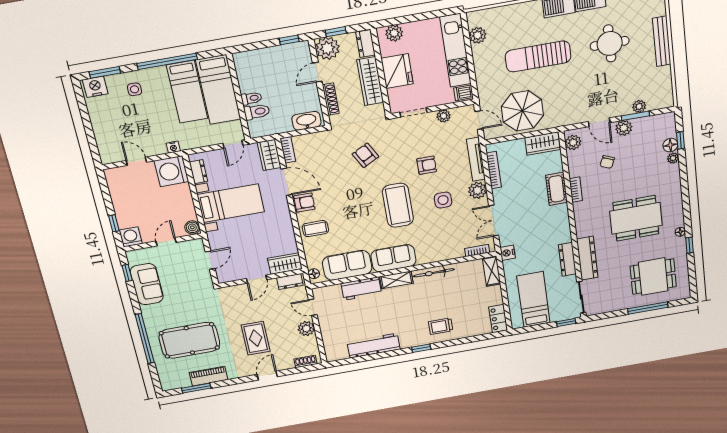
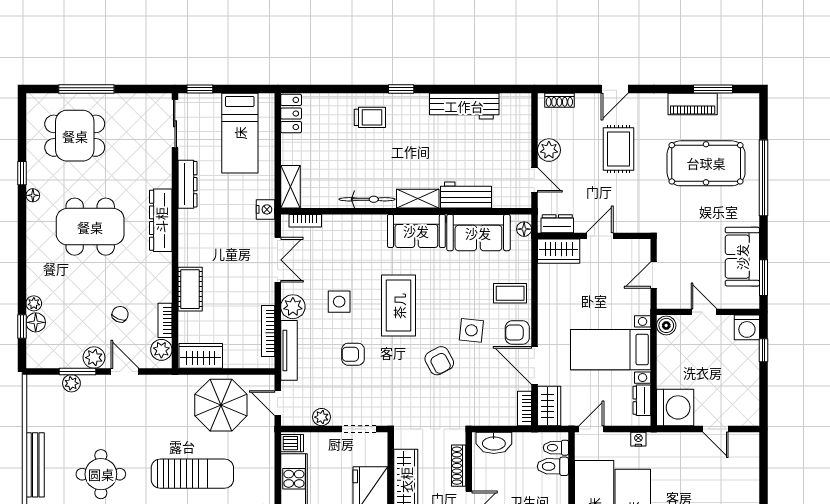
toilet: (251, 98) -> (556, 448), moved
nightstand: (173, 147) -> (638, 439), moved
armchair: (365, 155) -> (439, 361), moved
bookcase: (576, 190) -> (165, 320), moved
side table: (340, 198) -> (471, 330), added
door: (166, 242) -> (704, 312), swing flipped
dresser: (587, 258) -> (161, 220), moved
window: (127, 273) -> (764, 278), width x1.50

